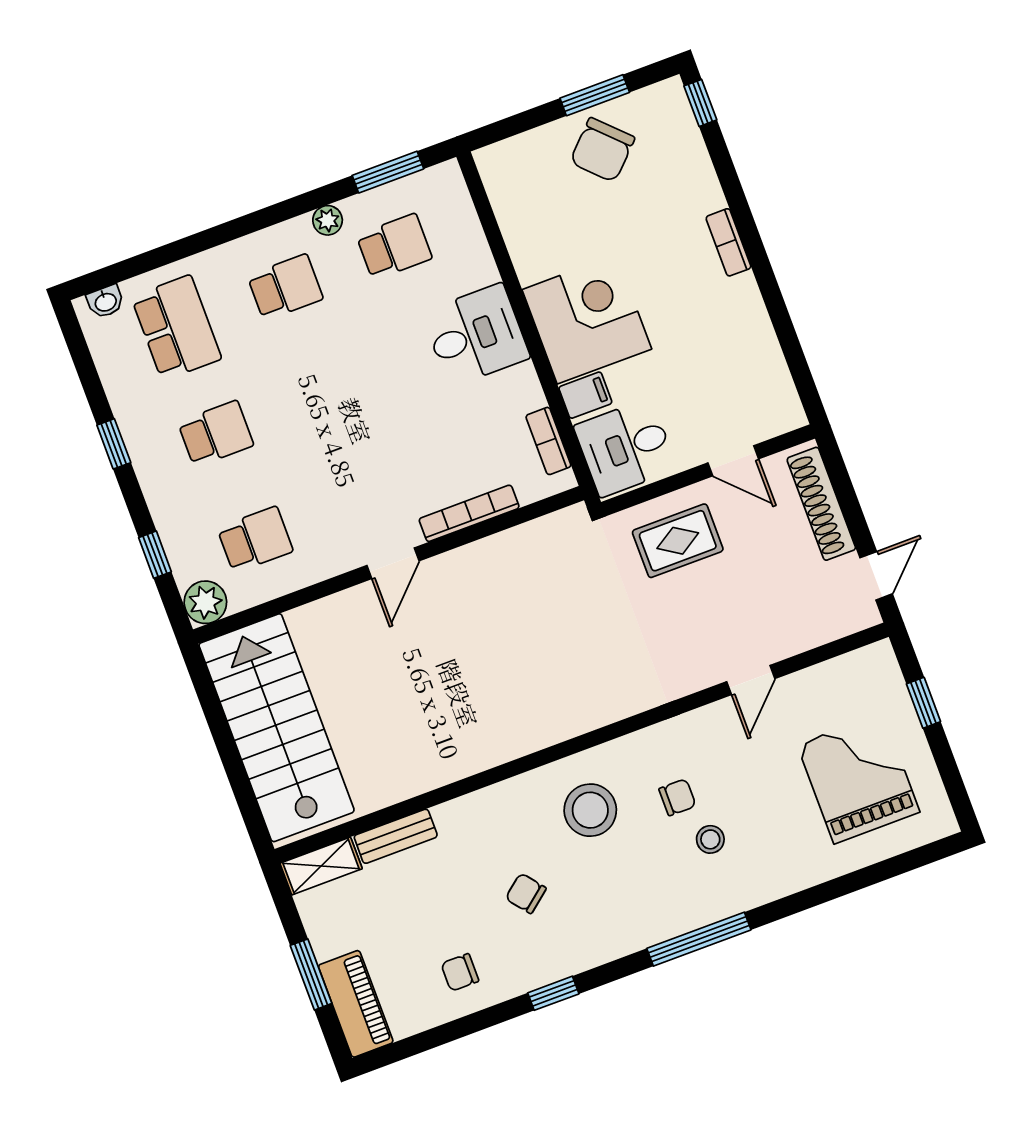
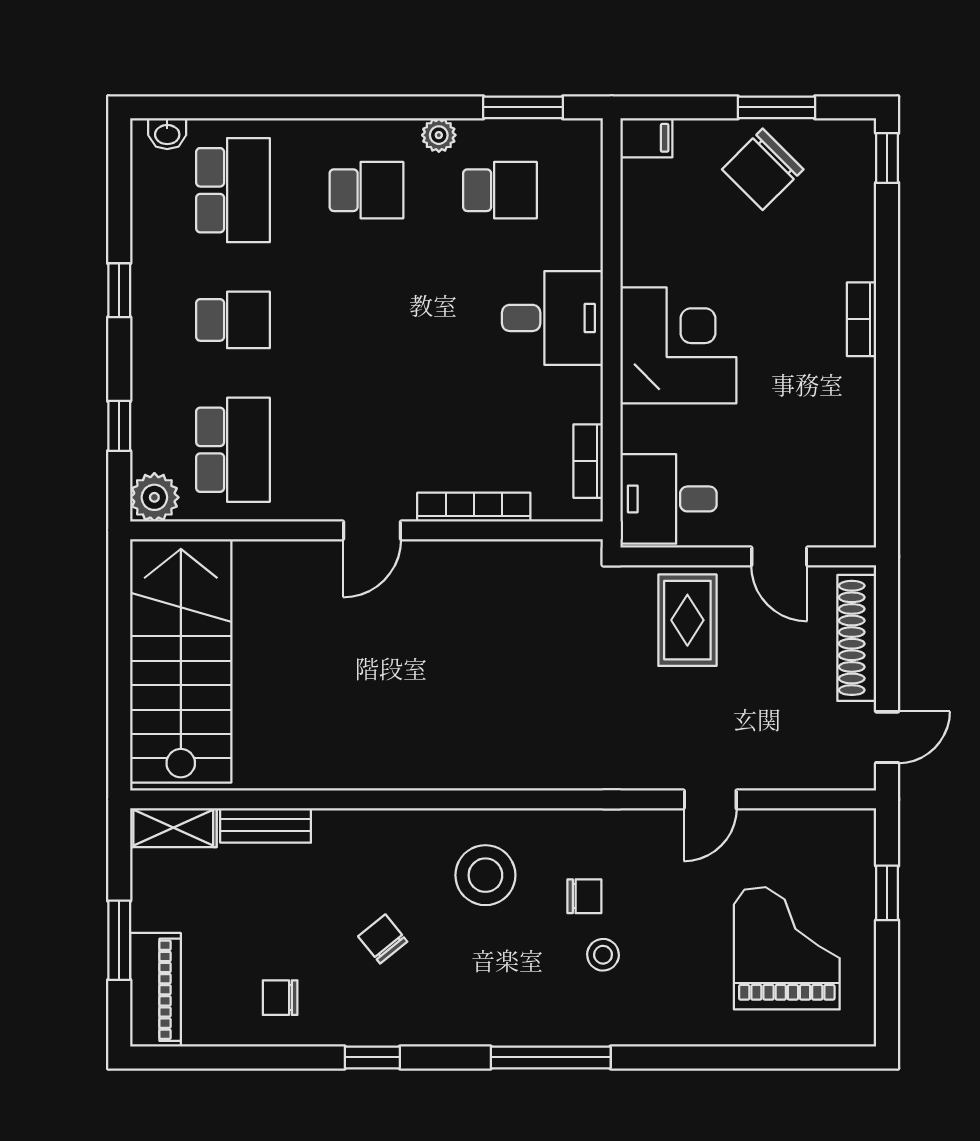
filing cabinet: (585, 395) -> (646, 138), moved
school desk: (255, 540) -> (233, 450), width x1.85
rug: (678, 541) -> (687, 620), turned 90

